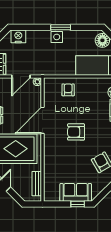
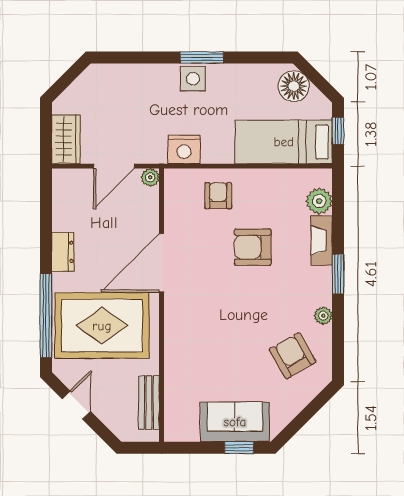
nightstand: (18, 36) -> (184, 149), moved, turned 180
armchair: (76, 132) -> (253, 247), moved

